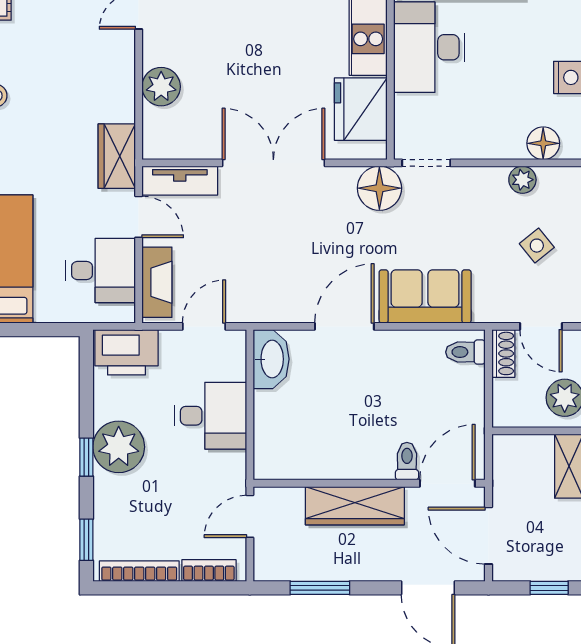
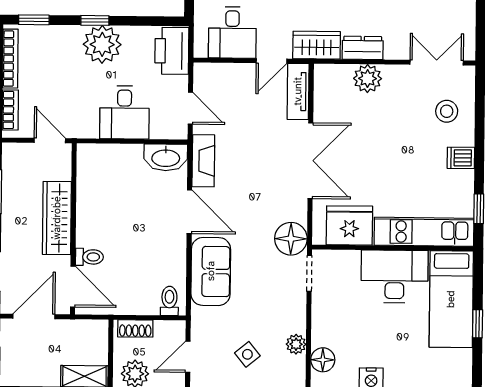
dresser: (120, 94) -> (363, 48), added
fireplace: (157, 282) -> (203, 161), moved, turned -90
shoe rack: (503, 353) -> (135, 328), moved

